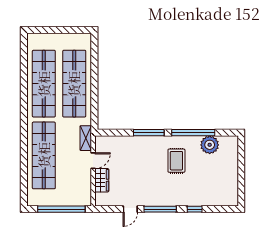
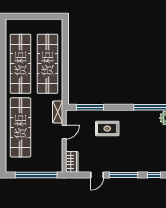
window: (149, 133) -> (90, 107), moved
rug: (176, 161) -> (107, 129), moved, turned 90
wardrobe: (102, 180) -> (72, 162), moved

